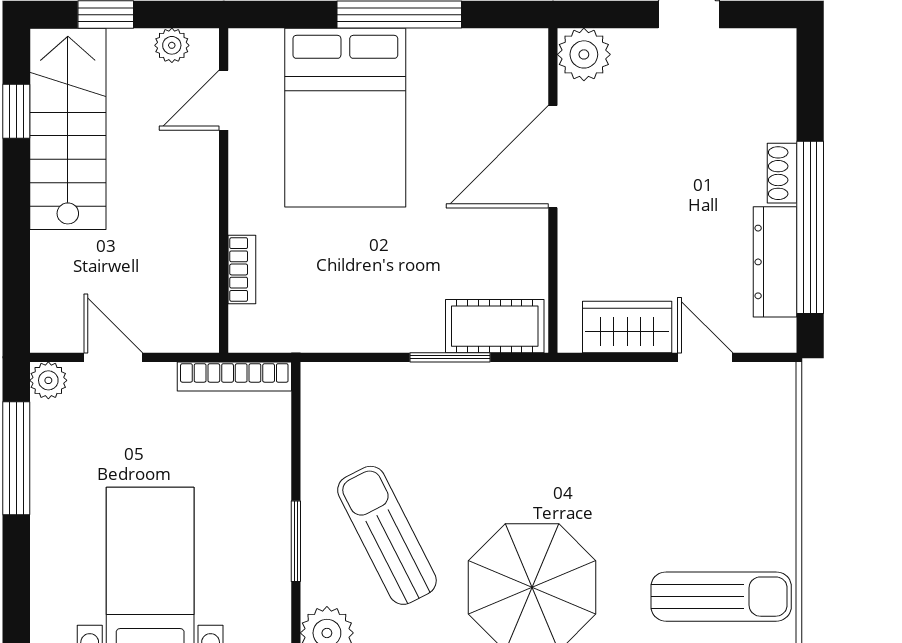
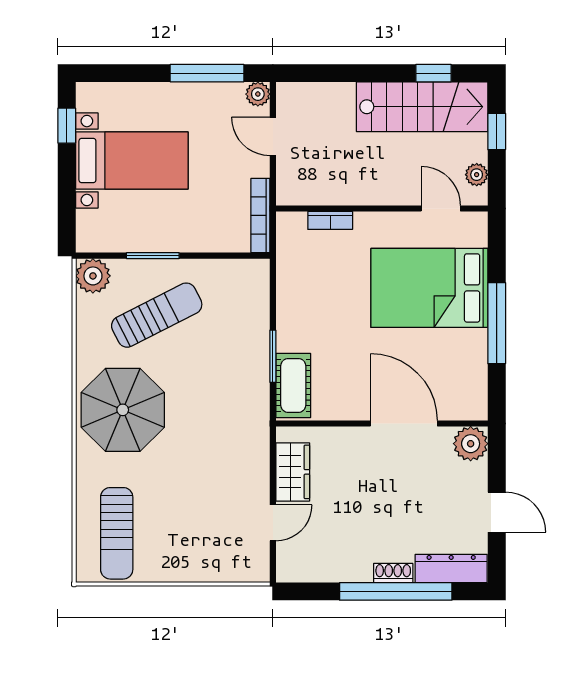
window: (810, 227) -> (396, 591), moved
dresser: (775, 262) -> (451, 568), moved
door: (113, 357) -> (273, 136), swing flipped

